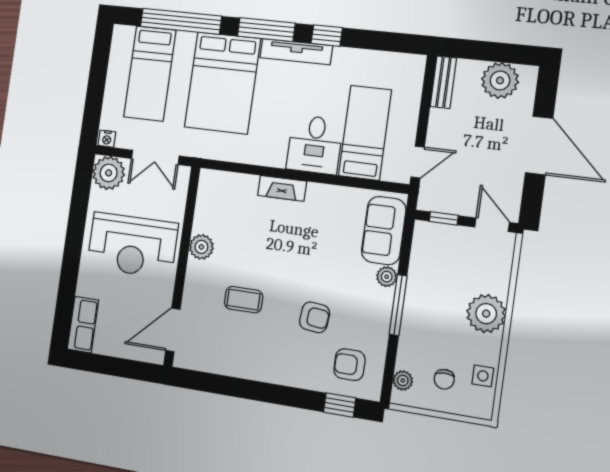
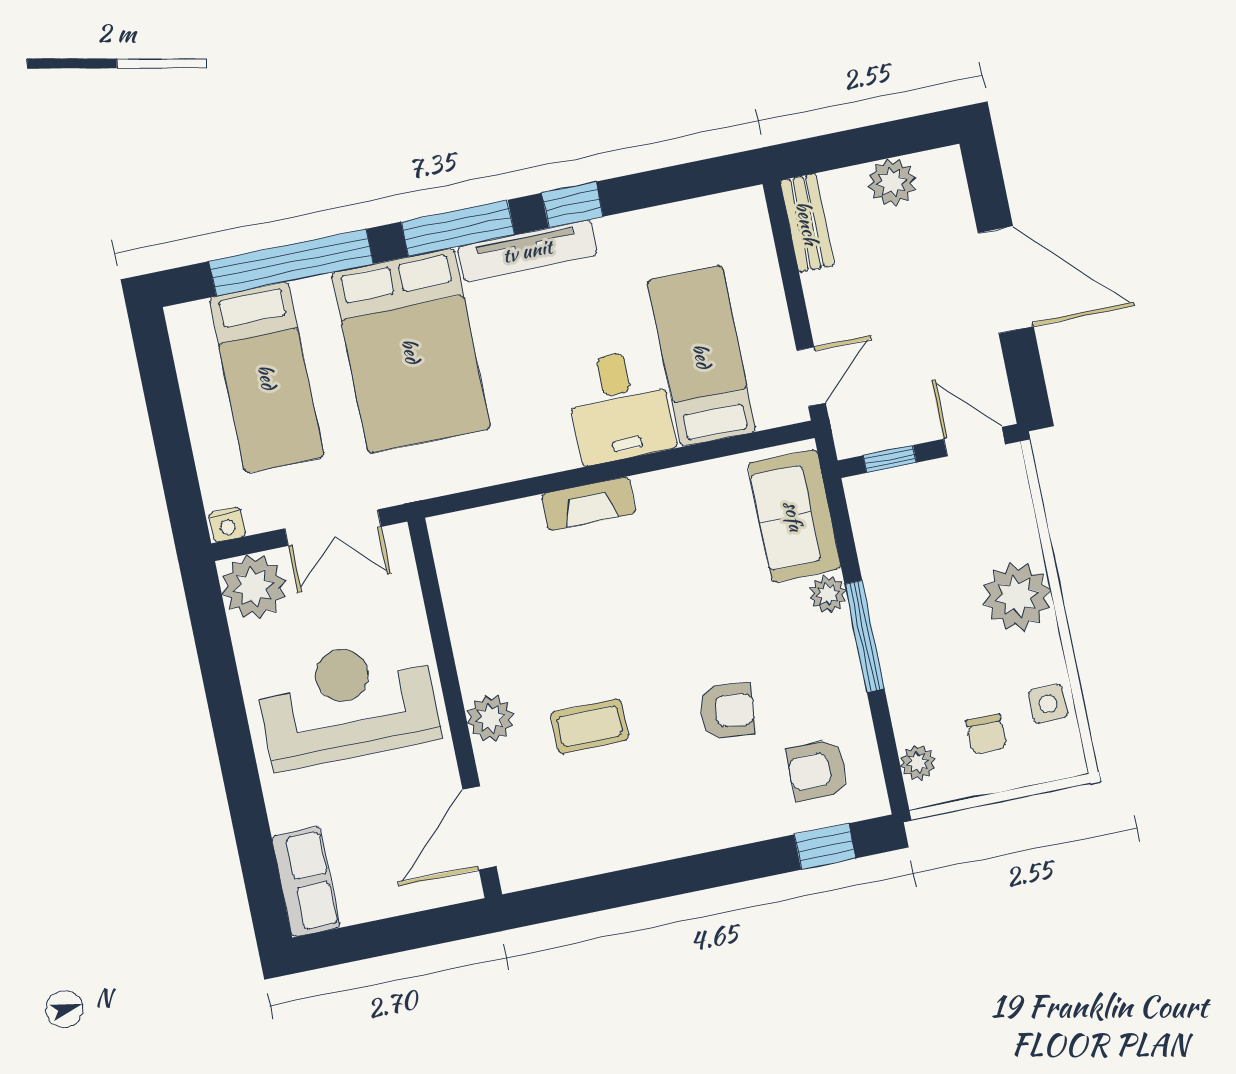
plant: (500, 80) -> (892, 182), width x0.73, depth x0.73
reception desk: (132, 245) -> (348, 703), turned 180
plant: (201, 247) -> (491, 718), moved

